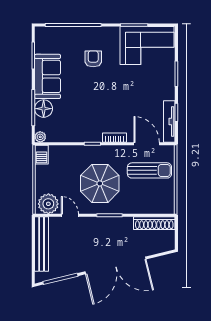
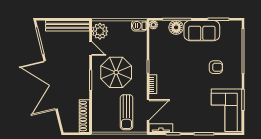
tv unit: (169, 121) -> (161, 128), width x0.71
door: (70, 215) -> (91, 48), hinge flipped

